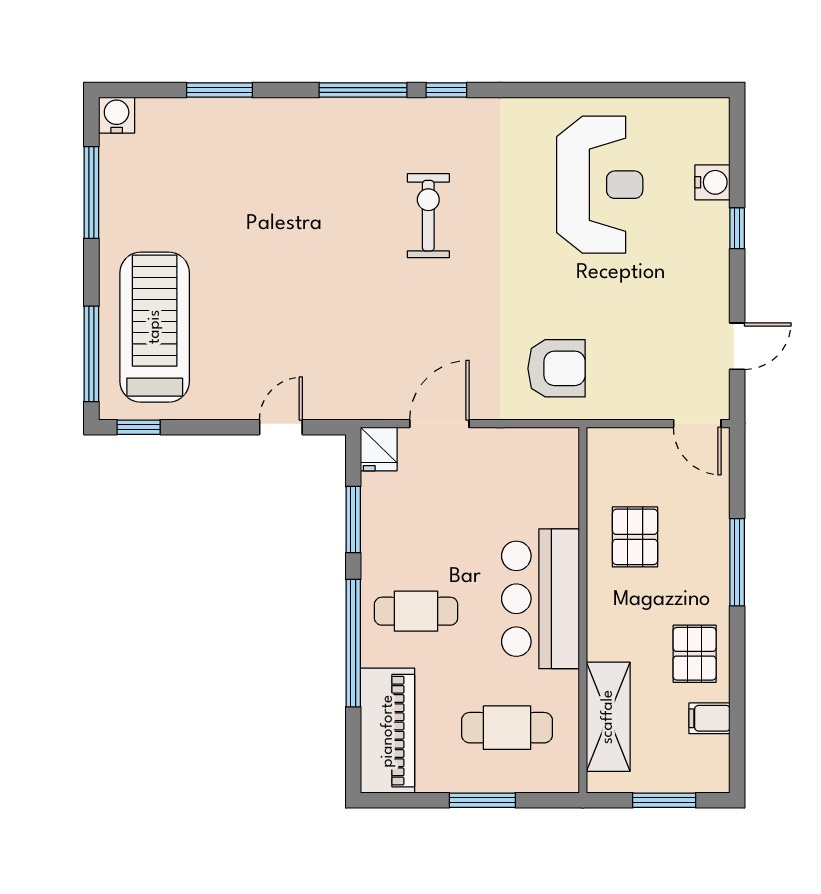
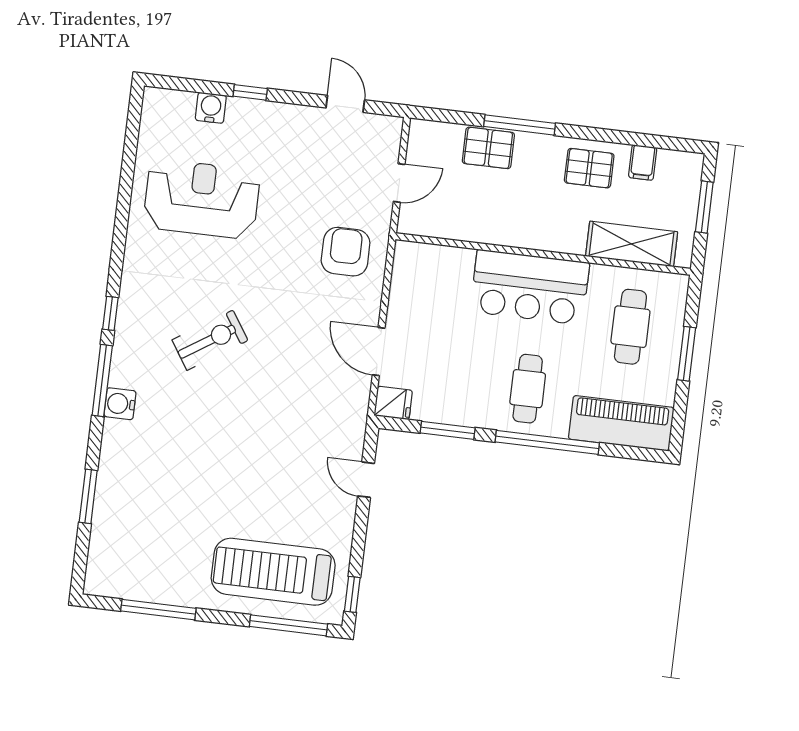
water cooler: (117, 115) -> (120, 404), moved
exercise bike: (428, 216) -> (210, 340), turned 147
door: (697, 424) -> (399, 183), moved
pallet: (635, 537) -> (488, 148), moved

